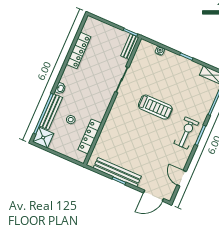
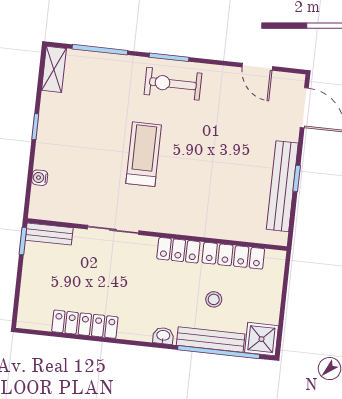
locker: (101, 109) -> (178, 250), added
door: (182, 178) -> (257, 67), hinge flipped

